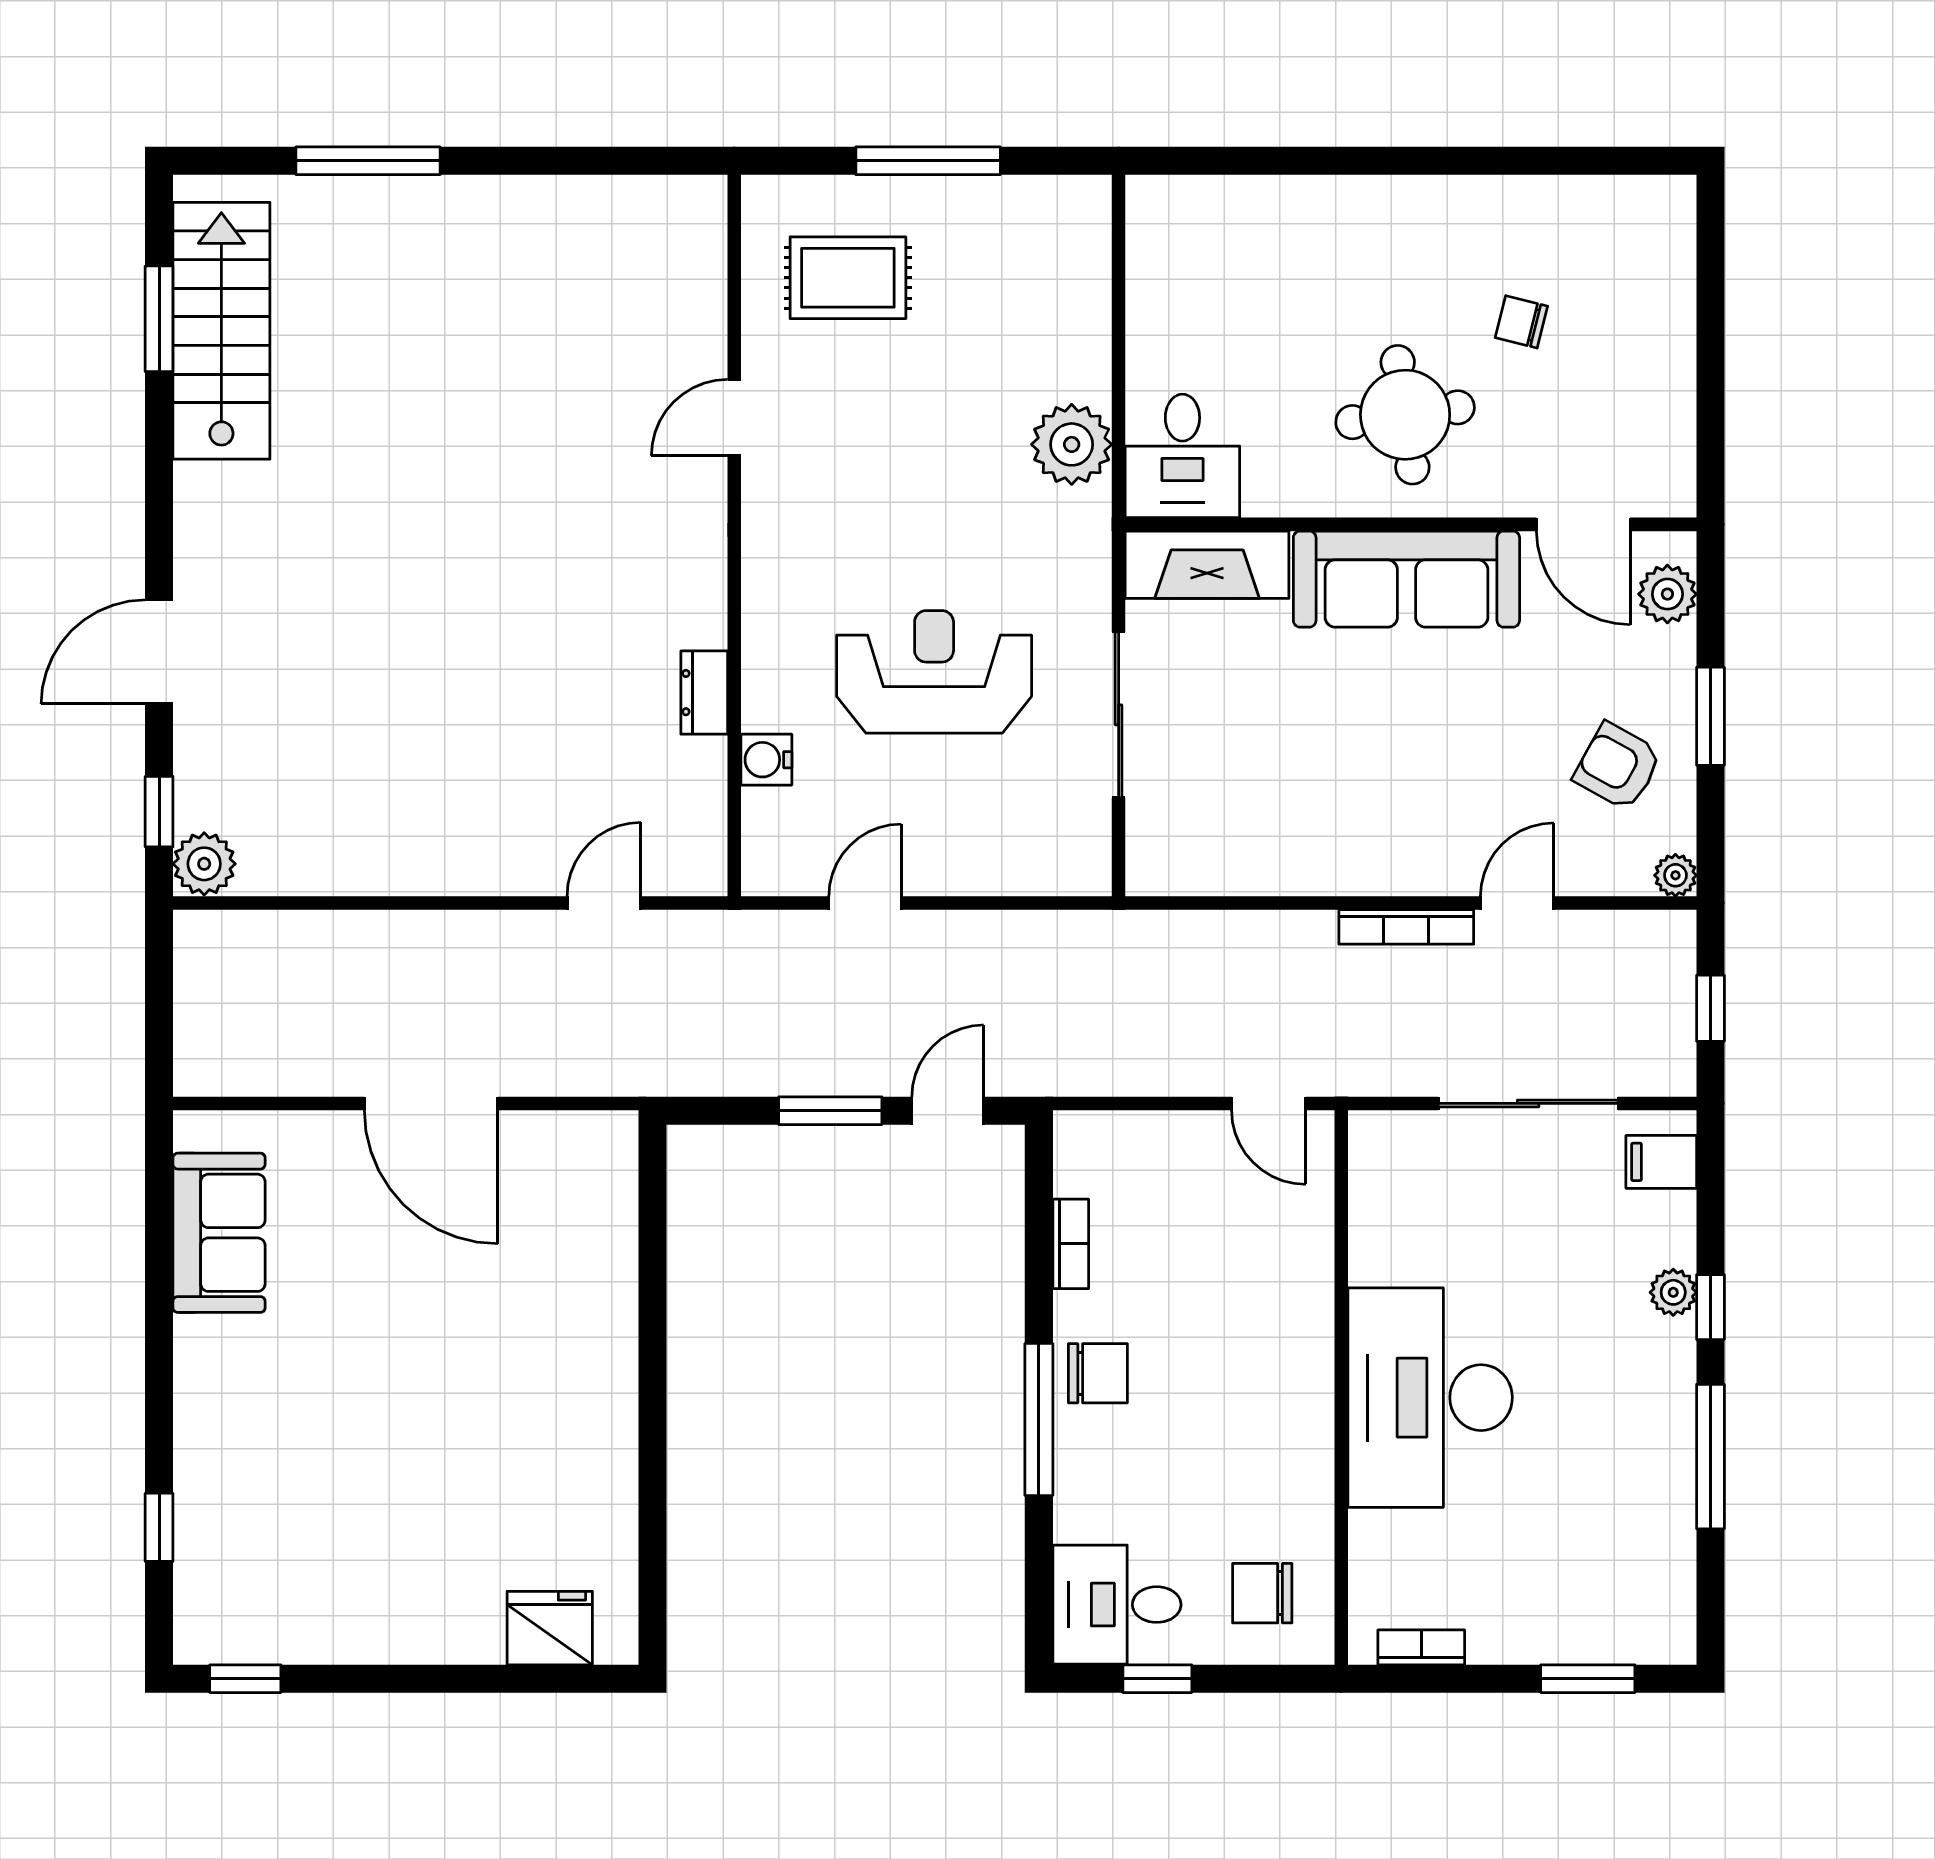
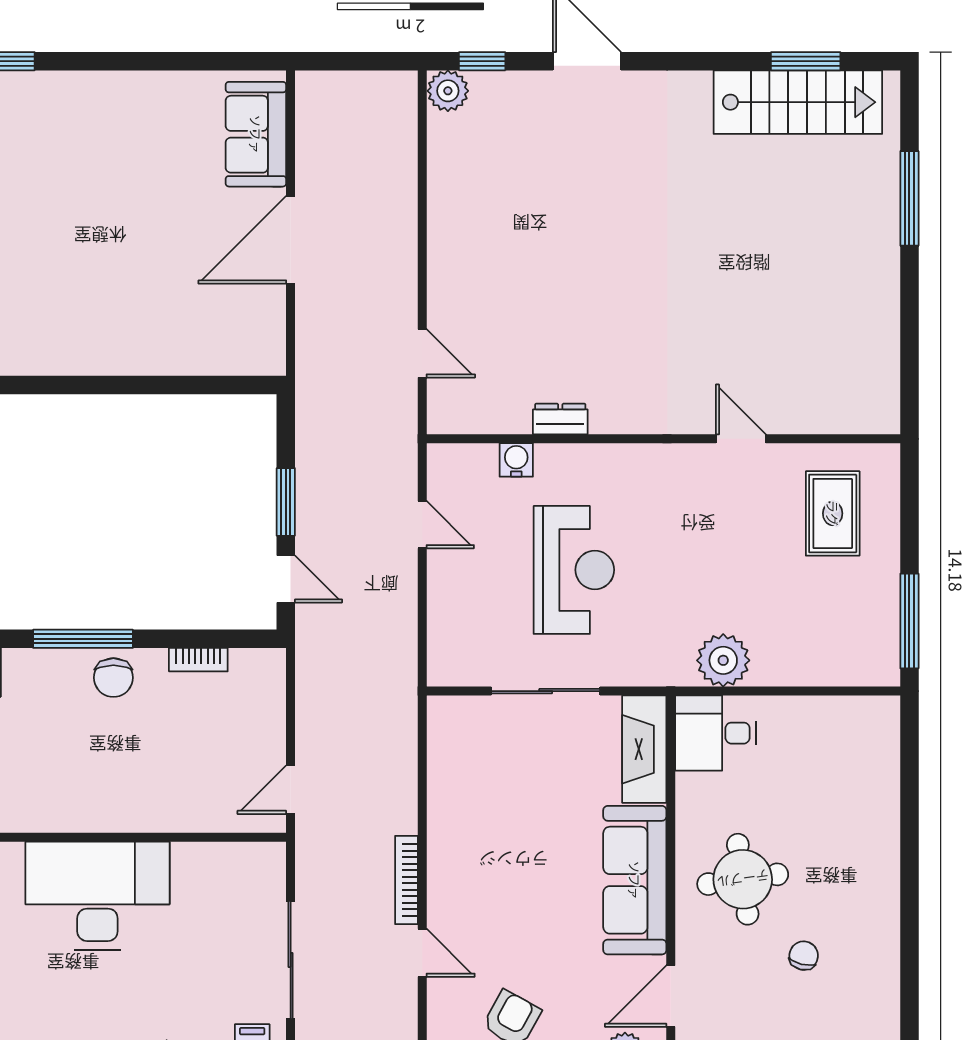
window: (928, 161) -> (909, 621), moved
sofa: (219, 1233) -> (256, 134), moved, turned 90

